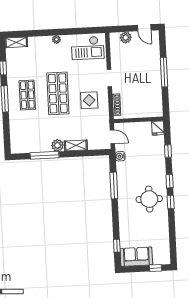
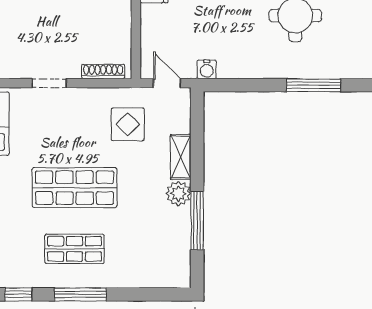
display table: (89, 100) -> (128, 124), moved
door: (112, 137) -> (167, 83), hinge flipped
window: (114, 186) -> (313, 85), moved

